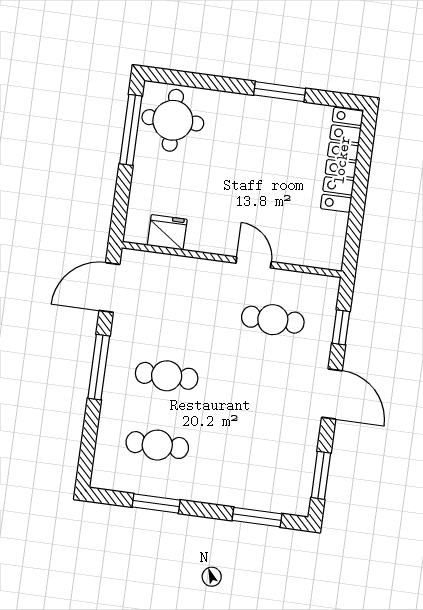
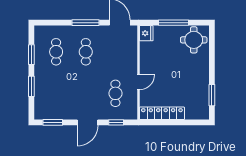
window: (280, 92) -> (212, 95), moved
window: (131, 130) -> (173, 23), moved
locker: (342, 160) -> (162, 113), moved
fridge: (167, 232) -> (146, 33), moved
window: (257, 517) -> (31, 86), moved

